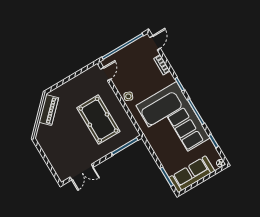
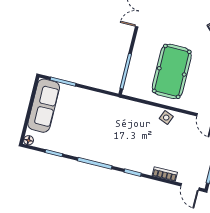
pool table: (98, 120) -> (172, 71), turned 90
corner sofa: (173, 122) -> (105, 134), removed

